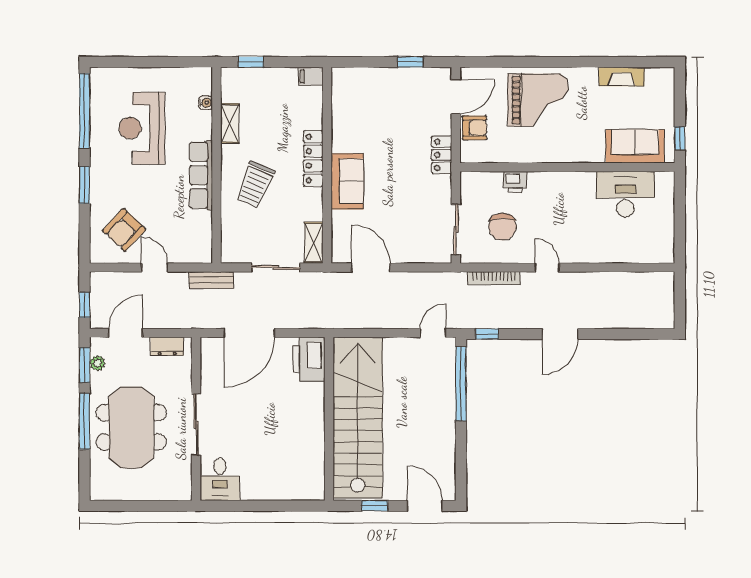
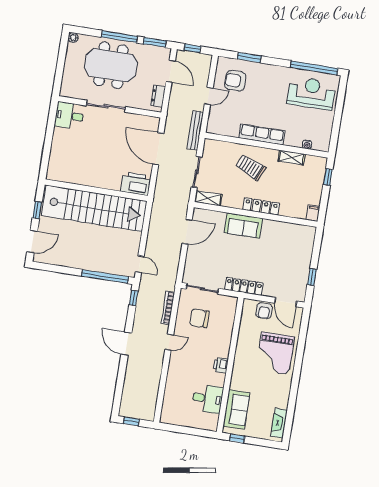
fireplace: (622, 77) -> (279, 423), moved
reception desk: (142, 128) -> (311, 93), moved
locker: (442, 155) -> (244, 286), width x1.53
printer: (515, 182) -> (221, 365), moved
window: (85, 185) -> (249, 57), moved
desk: (625, 194) -> (207, 399), width x0.73
armchair: (124, 230) -> (235, 81), turned -43
bench: (211, 280) -> (195, 130), width x1.36
window: (680, 307) -> (131, 421), added
plant: (97, 363) -> (73, 38), moved

